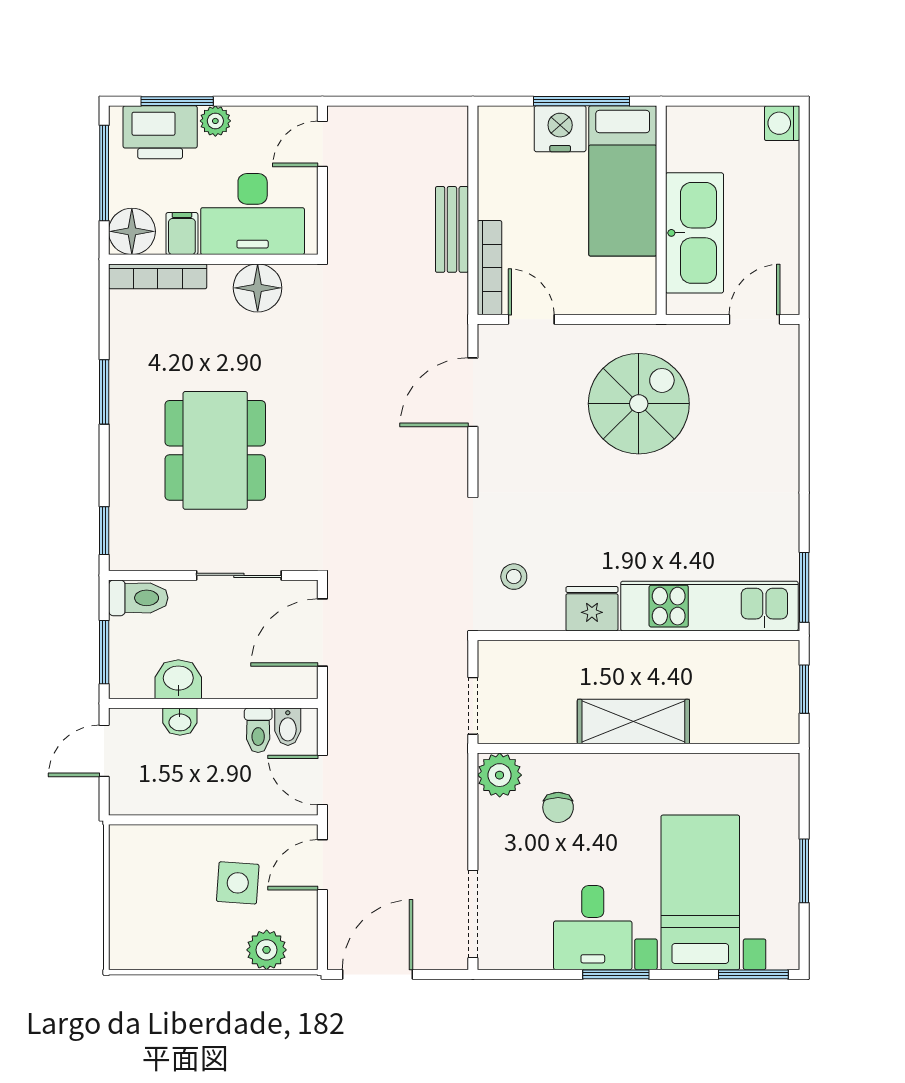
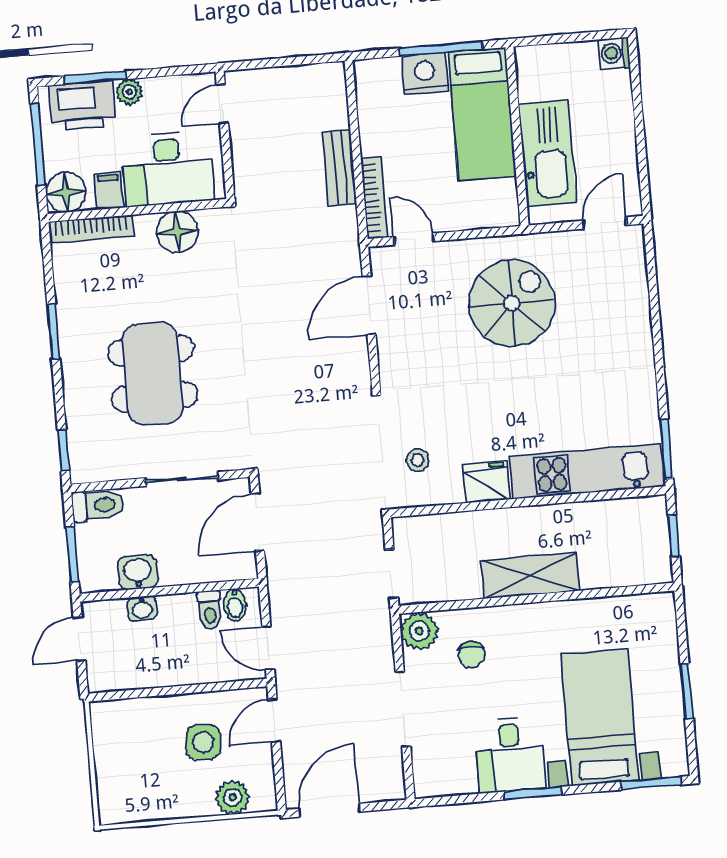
doorway: (473, 914) -> (403, 709), moved

